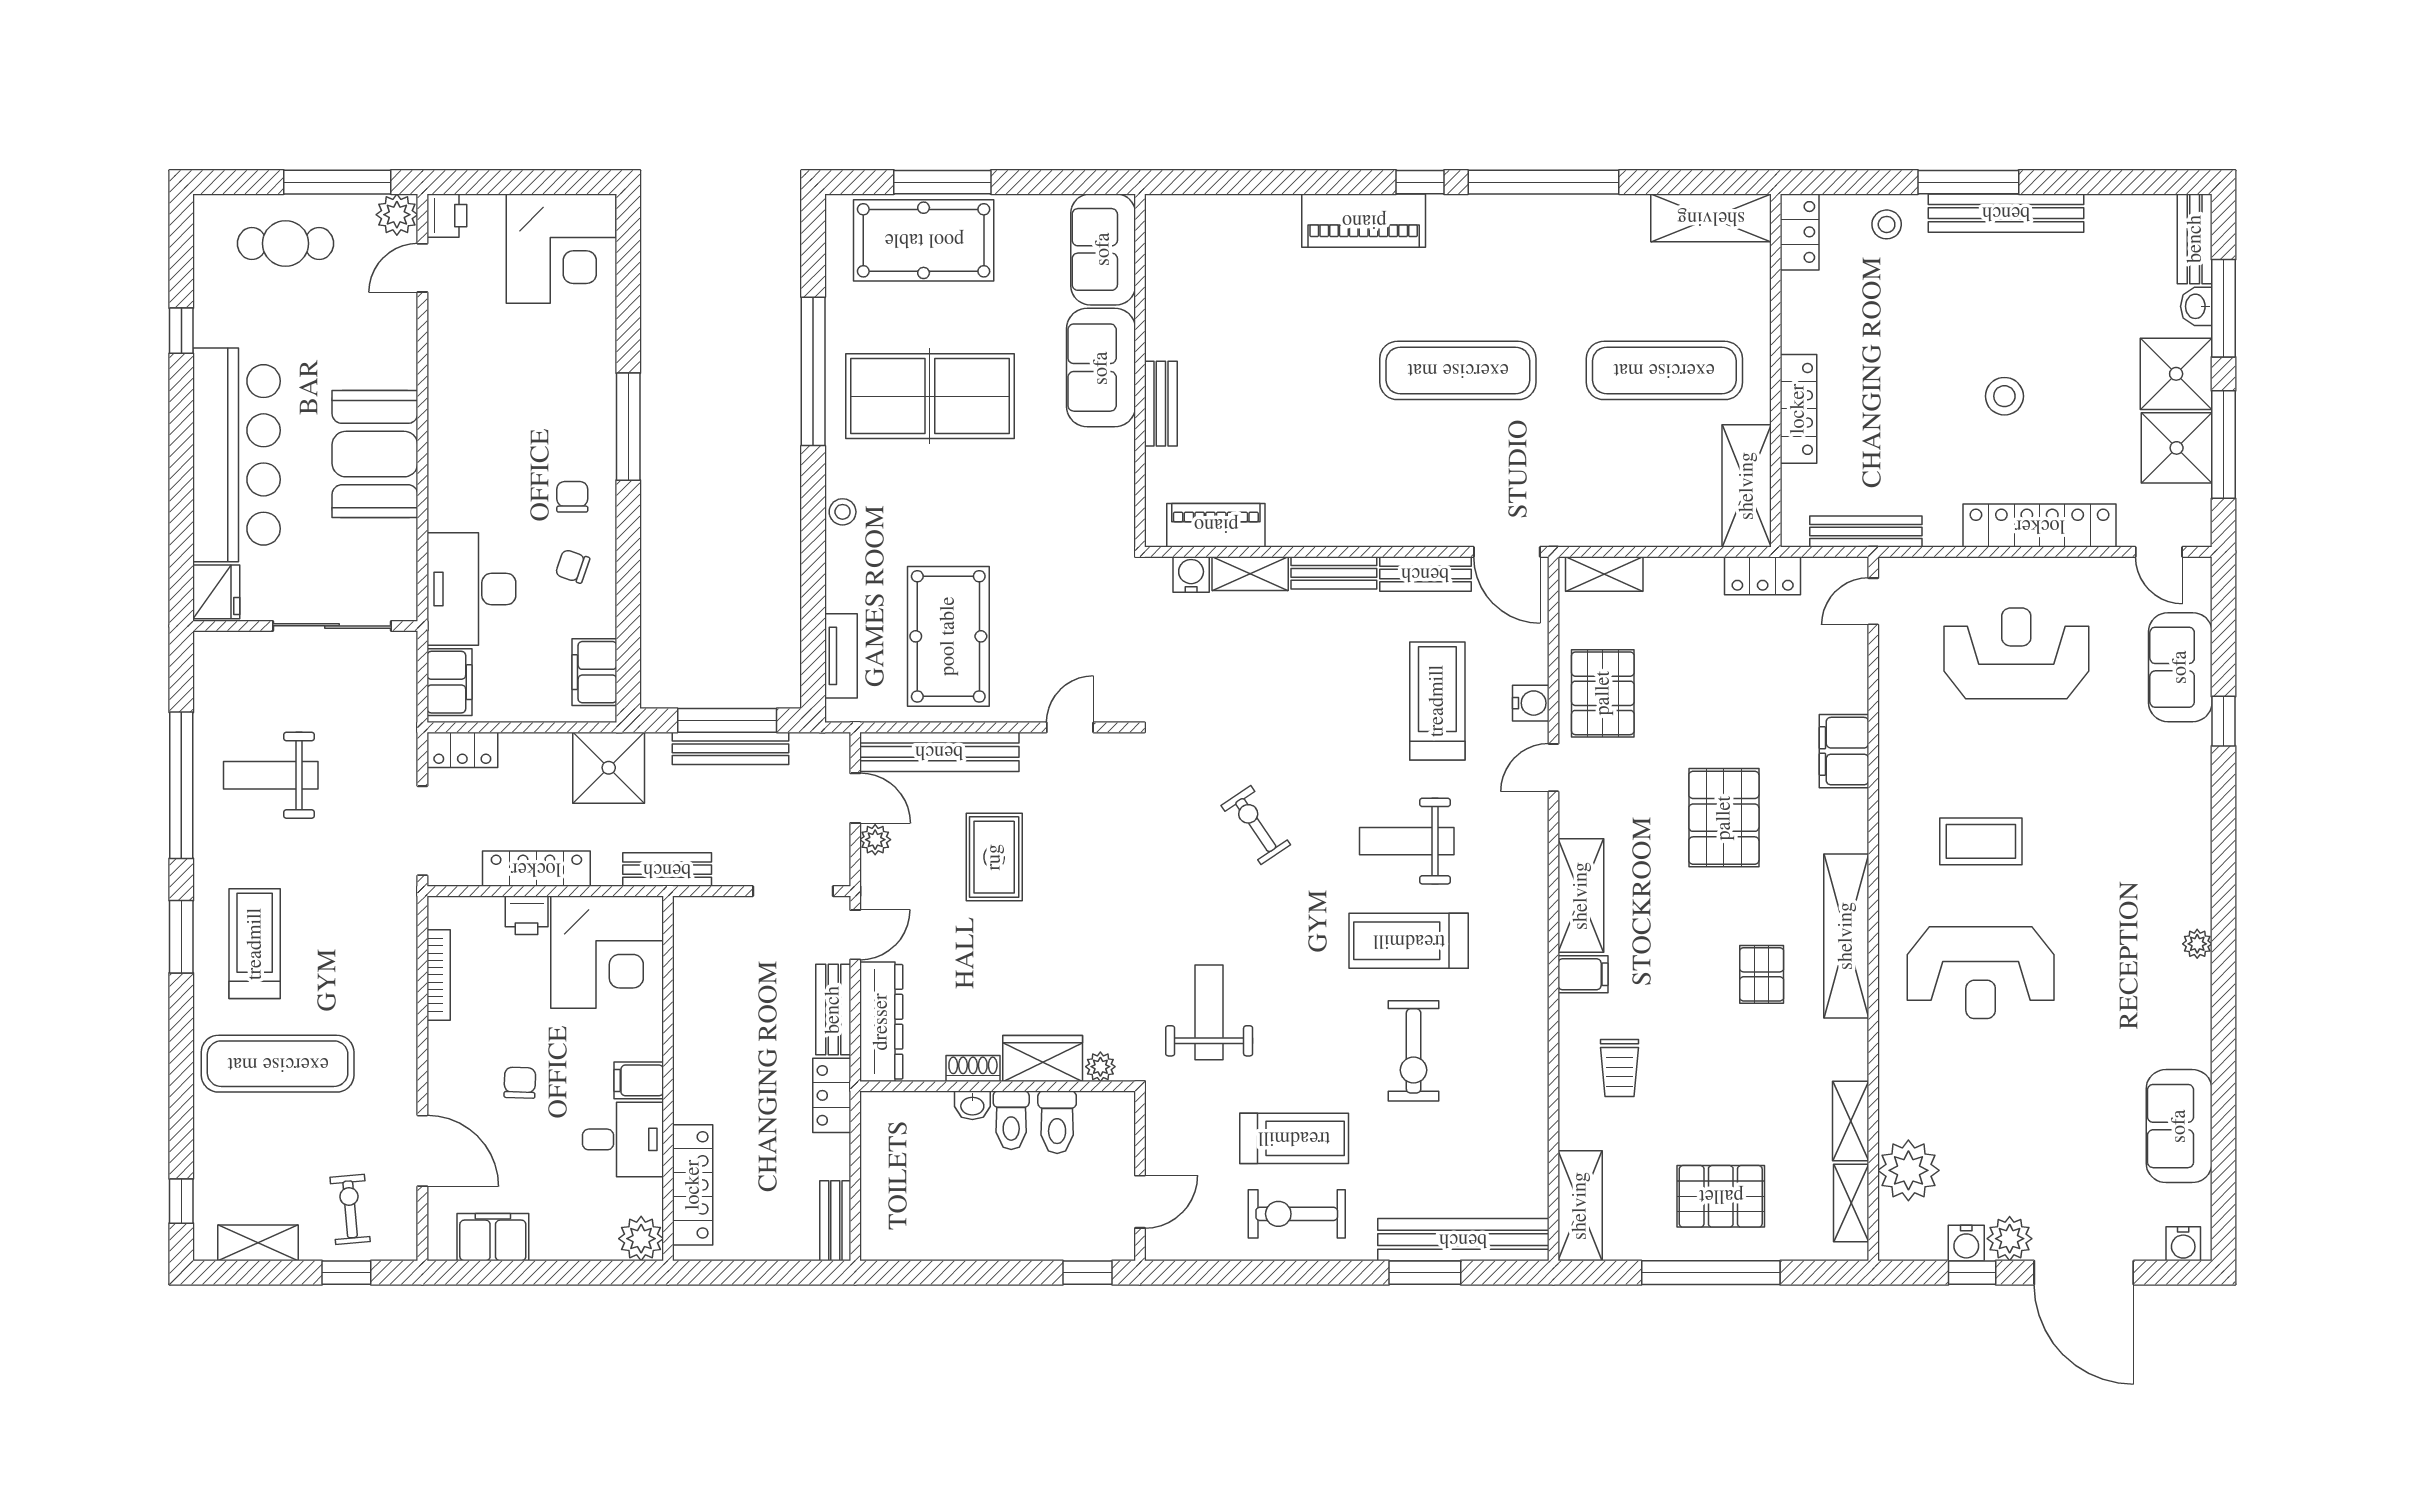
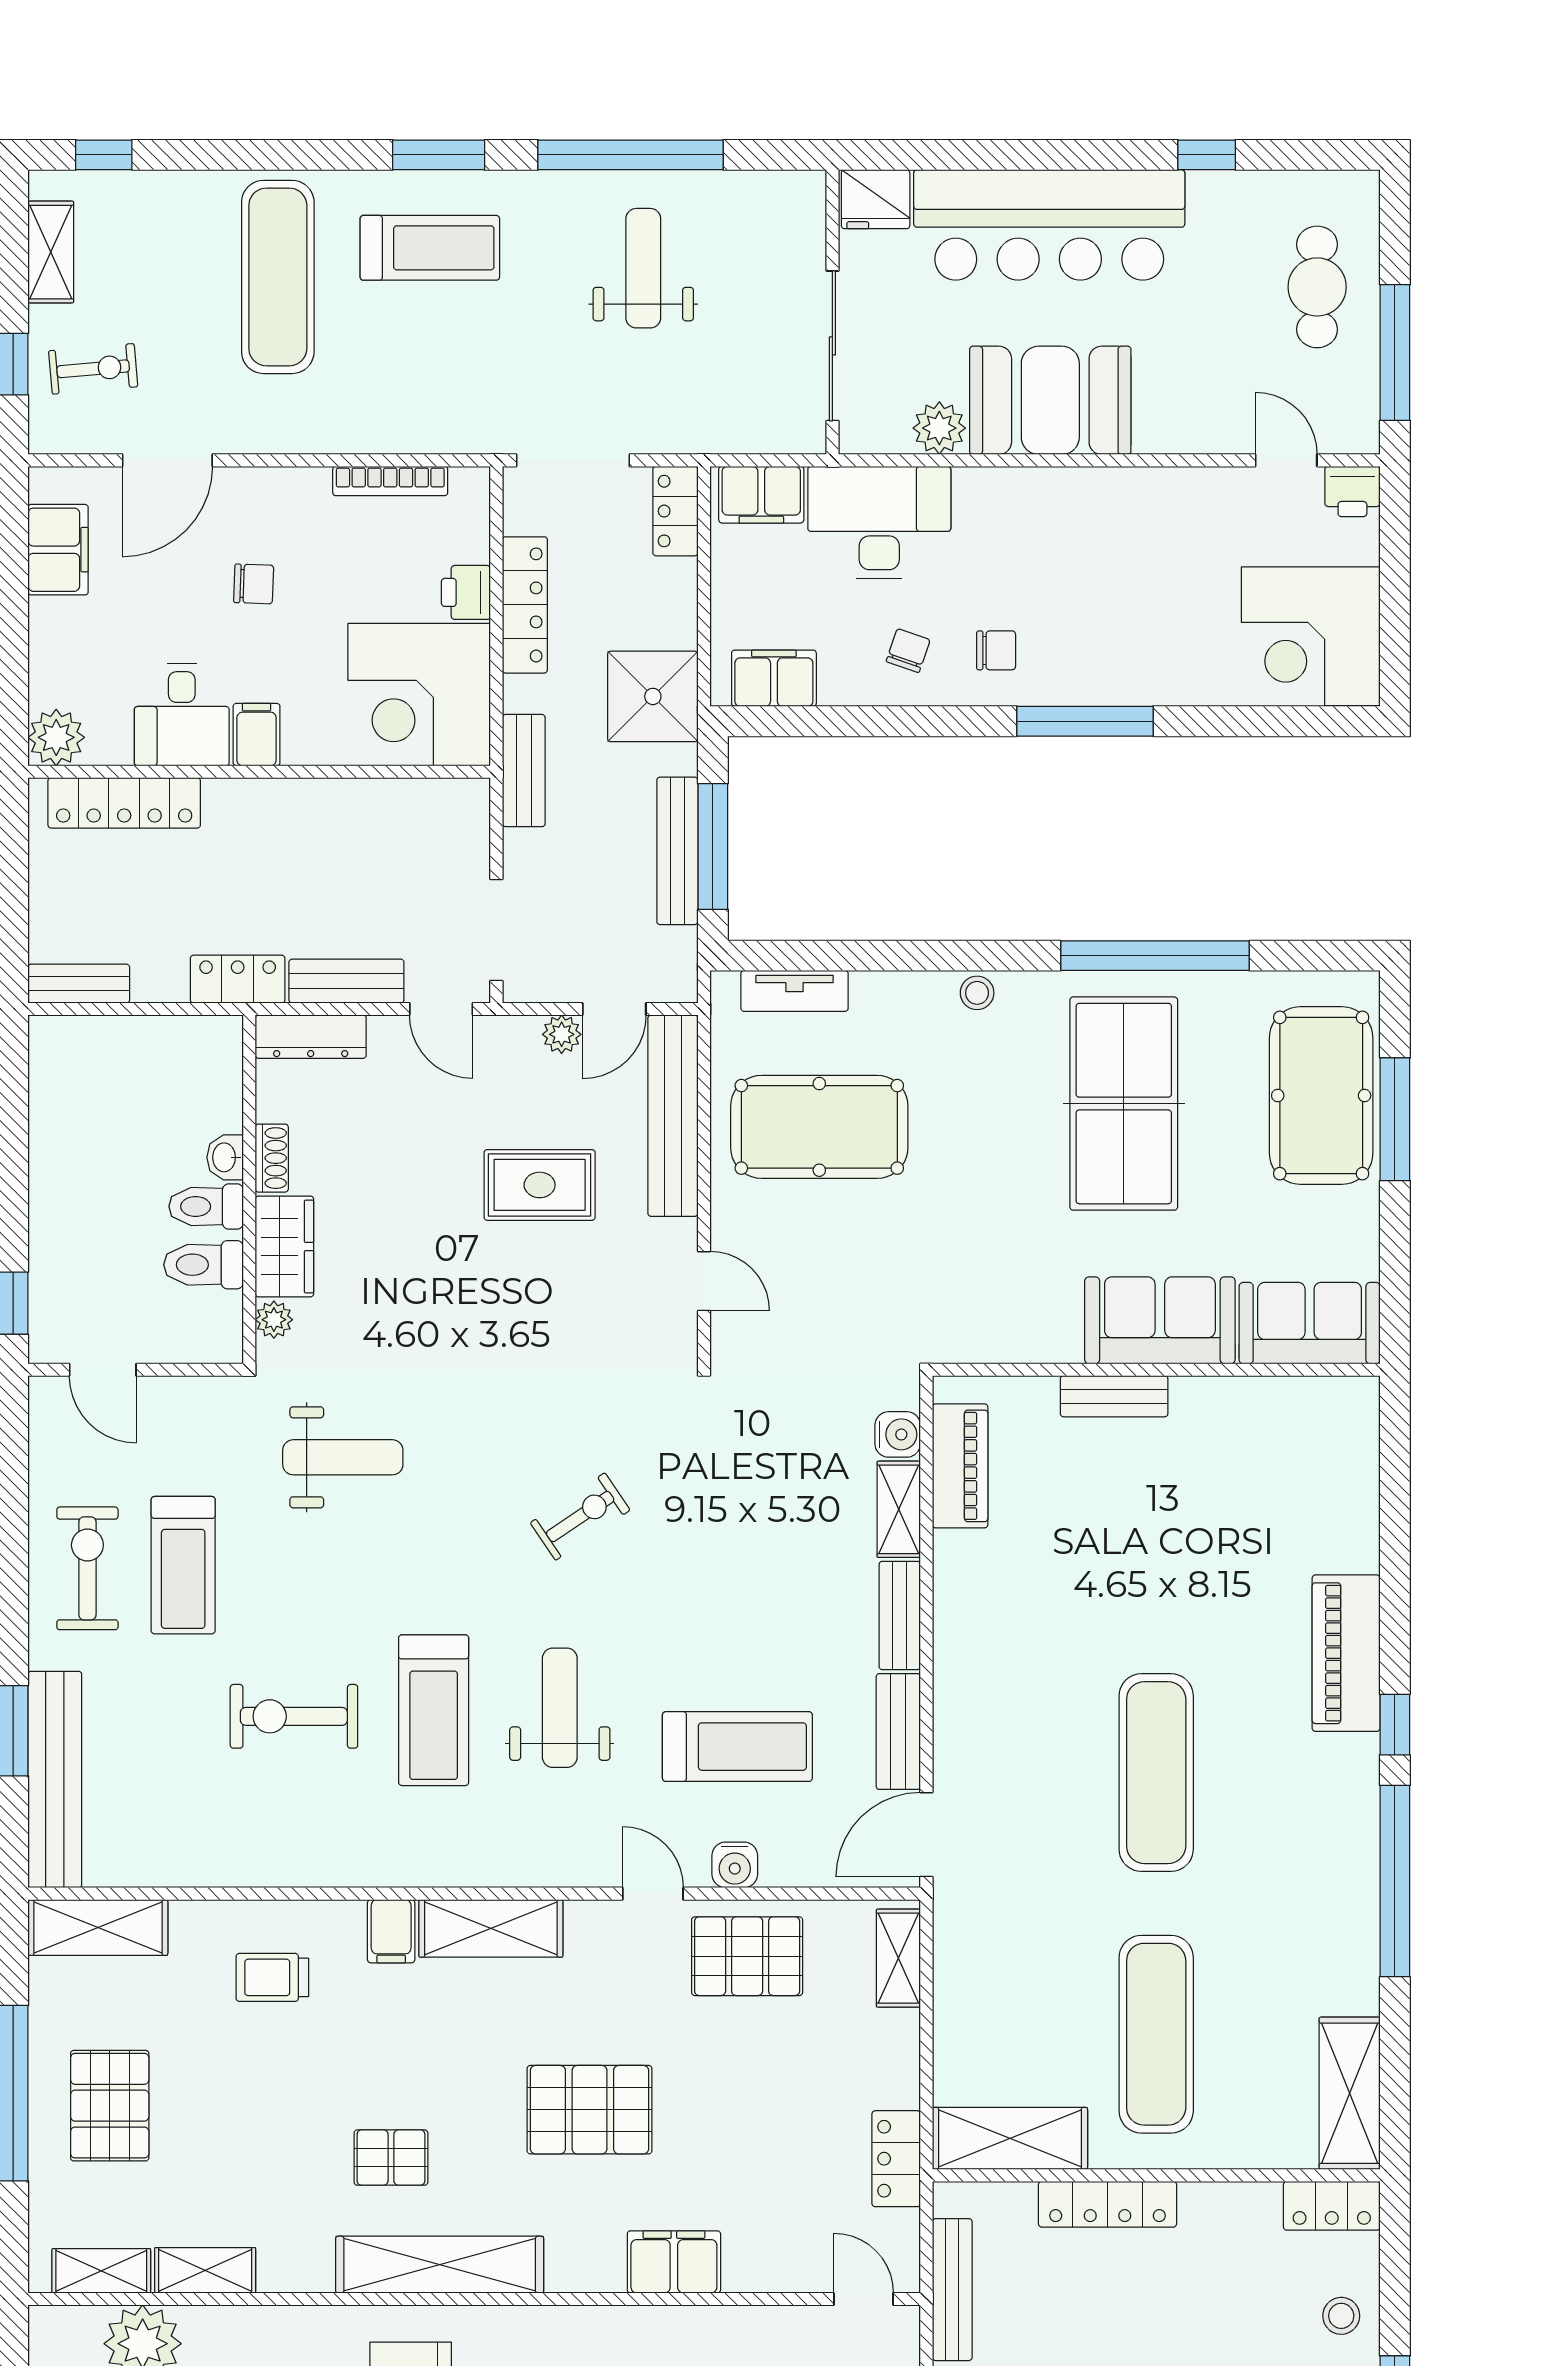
plant: (397, 215) -> (939, 428), moved
treadmill: (1409, 941) -> (434, 1710), turned 180
dresser: (881, 1022) -> (311, 1037), width x0.73, depth x0.80

